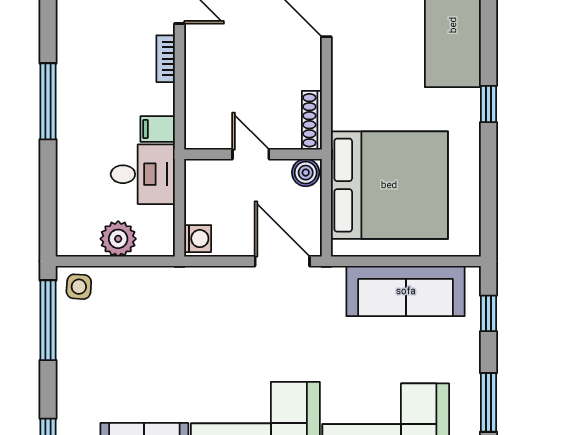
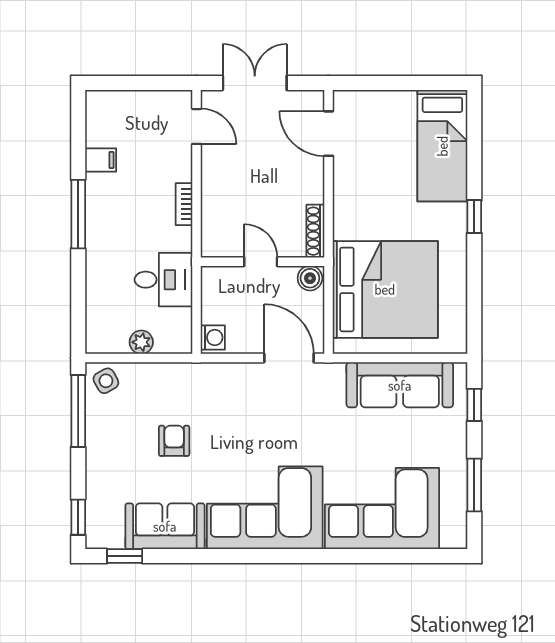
bookcase: (166, 59) -> (184, 204), moved
filing cabinet: (158, 129) -> (101, 160), moved, turned 180
plant: (118, 239) -> (141, 342), width x0.73, depth x0.73
side table: (79, 287) -> (106, 381), turned -33
armchair: (155, 353) -> (174, 441), added

